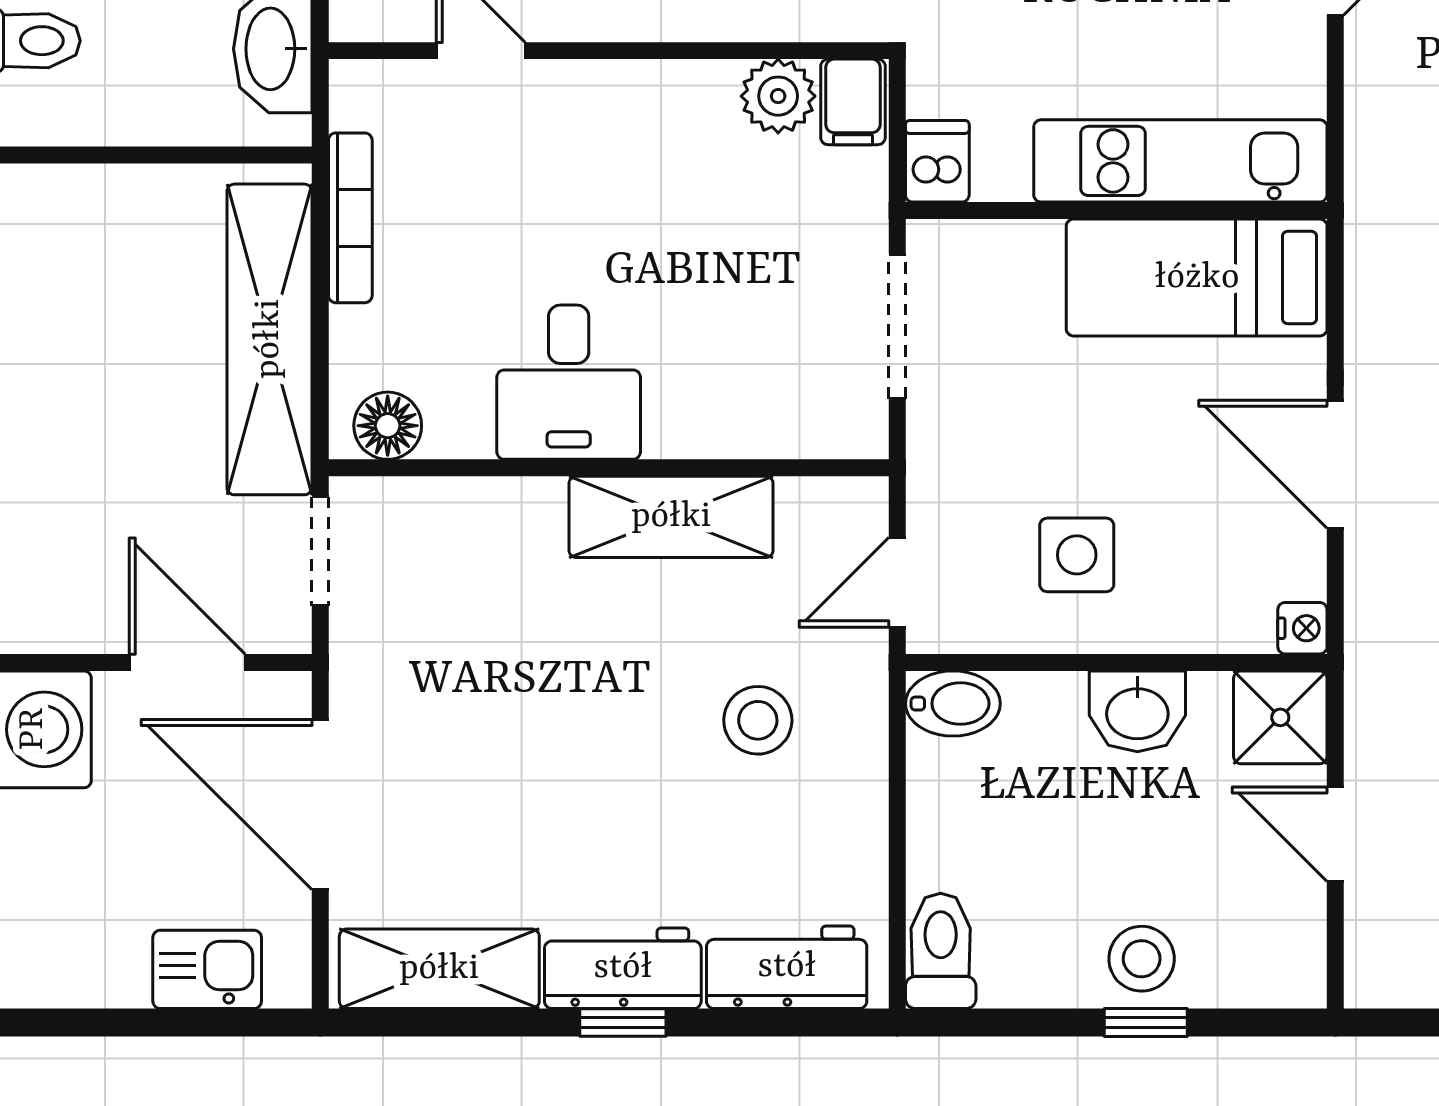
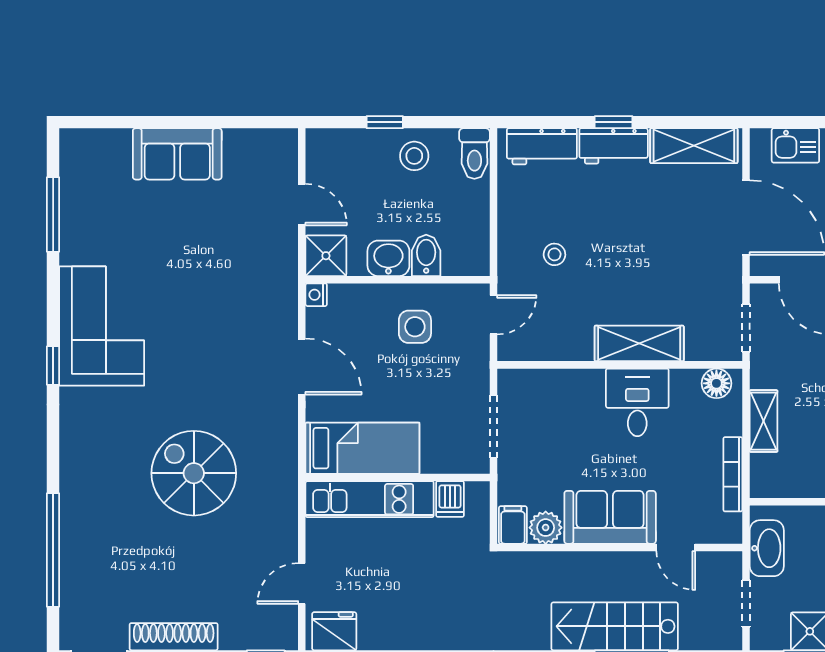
sofa: (631, 119) -> (610, 517), added
dishwasher: (937, 161) -> (450, 499), moved
shelving: (269, 339) -> (764, 421), width x0.45, depth x0.75
shelving: (671, 517) -> (639, 343), moved
bidet: (953, 704) -> (426, 255), moved, turned 90
stool: (758, 720) -> (554, 254), width x0.73, depth x0.73
stool: (1142, 959) -> (414, 156), moved

